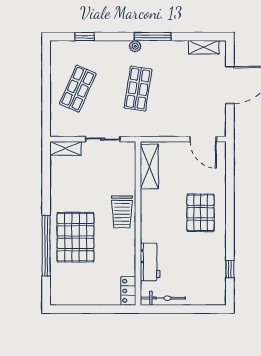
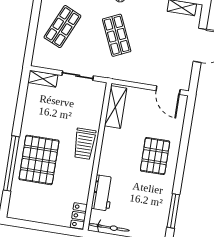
shop shelf: (138, 89) -> (117, 35), turned -33
window: (230, 269) -> (173, 211), width x2.17

